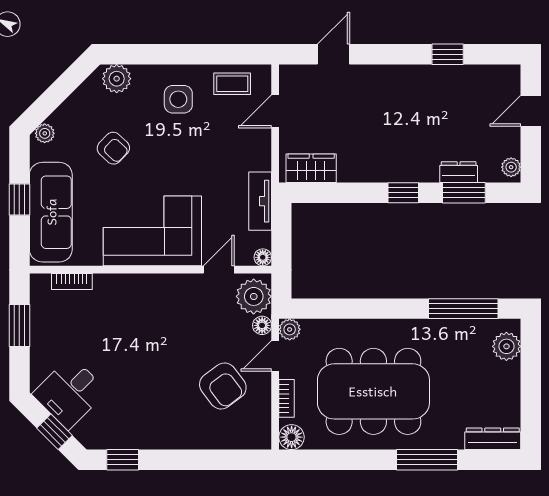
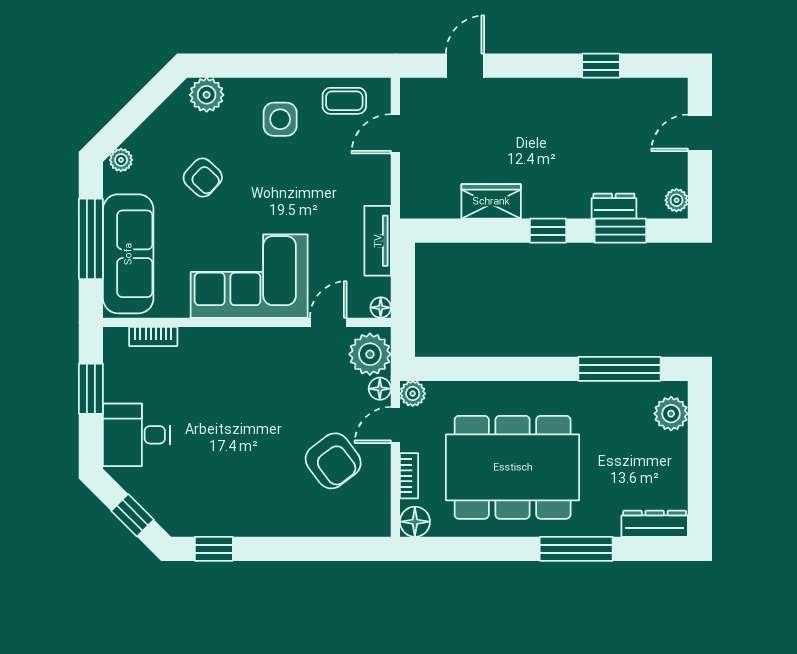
wardrobe: (311, 168) -> (491, 201), moved
window: (19, 200) -> (91, 239), width x2.17
desk: (70, 393) -> (137, 435), moved, turned 45

